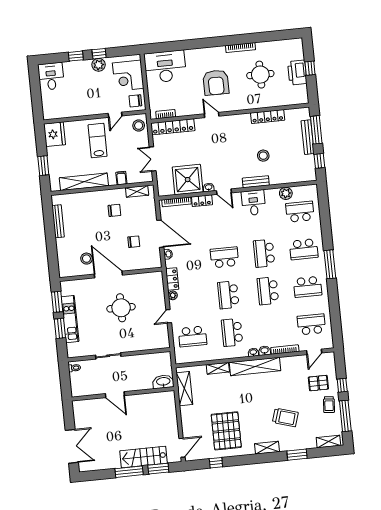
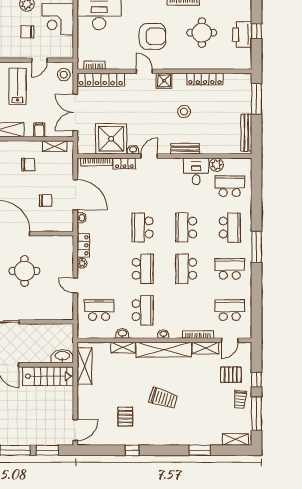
armchair: (216, 83) -> (153, 36), turned -90
chair: (135, 101) -> (27, 32), moved
shower: (230, 122) -> (164, 81), added
bench: (308, 137) -> (246, 133), moved
stool: (263, 156) -> (184, 112), moved
double door: (153, 159) -> (75, 113), width x1.37
window: (319, 161) -> (257, 133), removed
door: (224, 192) -> (149, 156), swing flipped
desk: (254, 203) -> (196, 171), moved
school desk: (304, 249) -> (230, 227), turned -90
school desk: (224, 257) -> (143, 227), turned -90
school desk: (308, 287) -> (230, 269), turned 180
school desk: (228, 295) -> (143, 269), turned 180
door: (169, 316) -> (75, 285), hinge flipped
school desk: (232, 332) -> (143, 310), turned 180
school desk: (192, 336) -> (99, 310), turned 180
washbasin: (265, 351) -> (122, 333), moved
trolley: (285, 417) -> (163, 398), moved
pallet: (226, 431) -> (125, 417), width x0.49, depth x0.50
shelving: (267, 448) -> (205, 348), moved
stairs: (144, 457) -> (48, 376), moved, turned 180
window: (216, 463) -> (132, 450), moved

